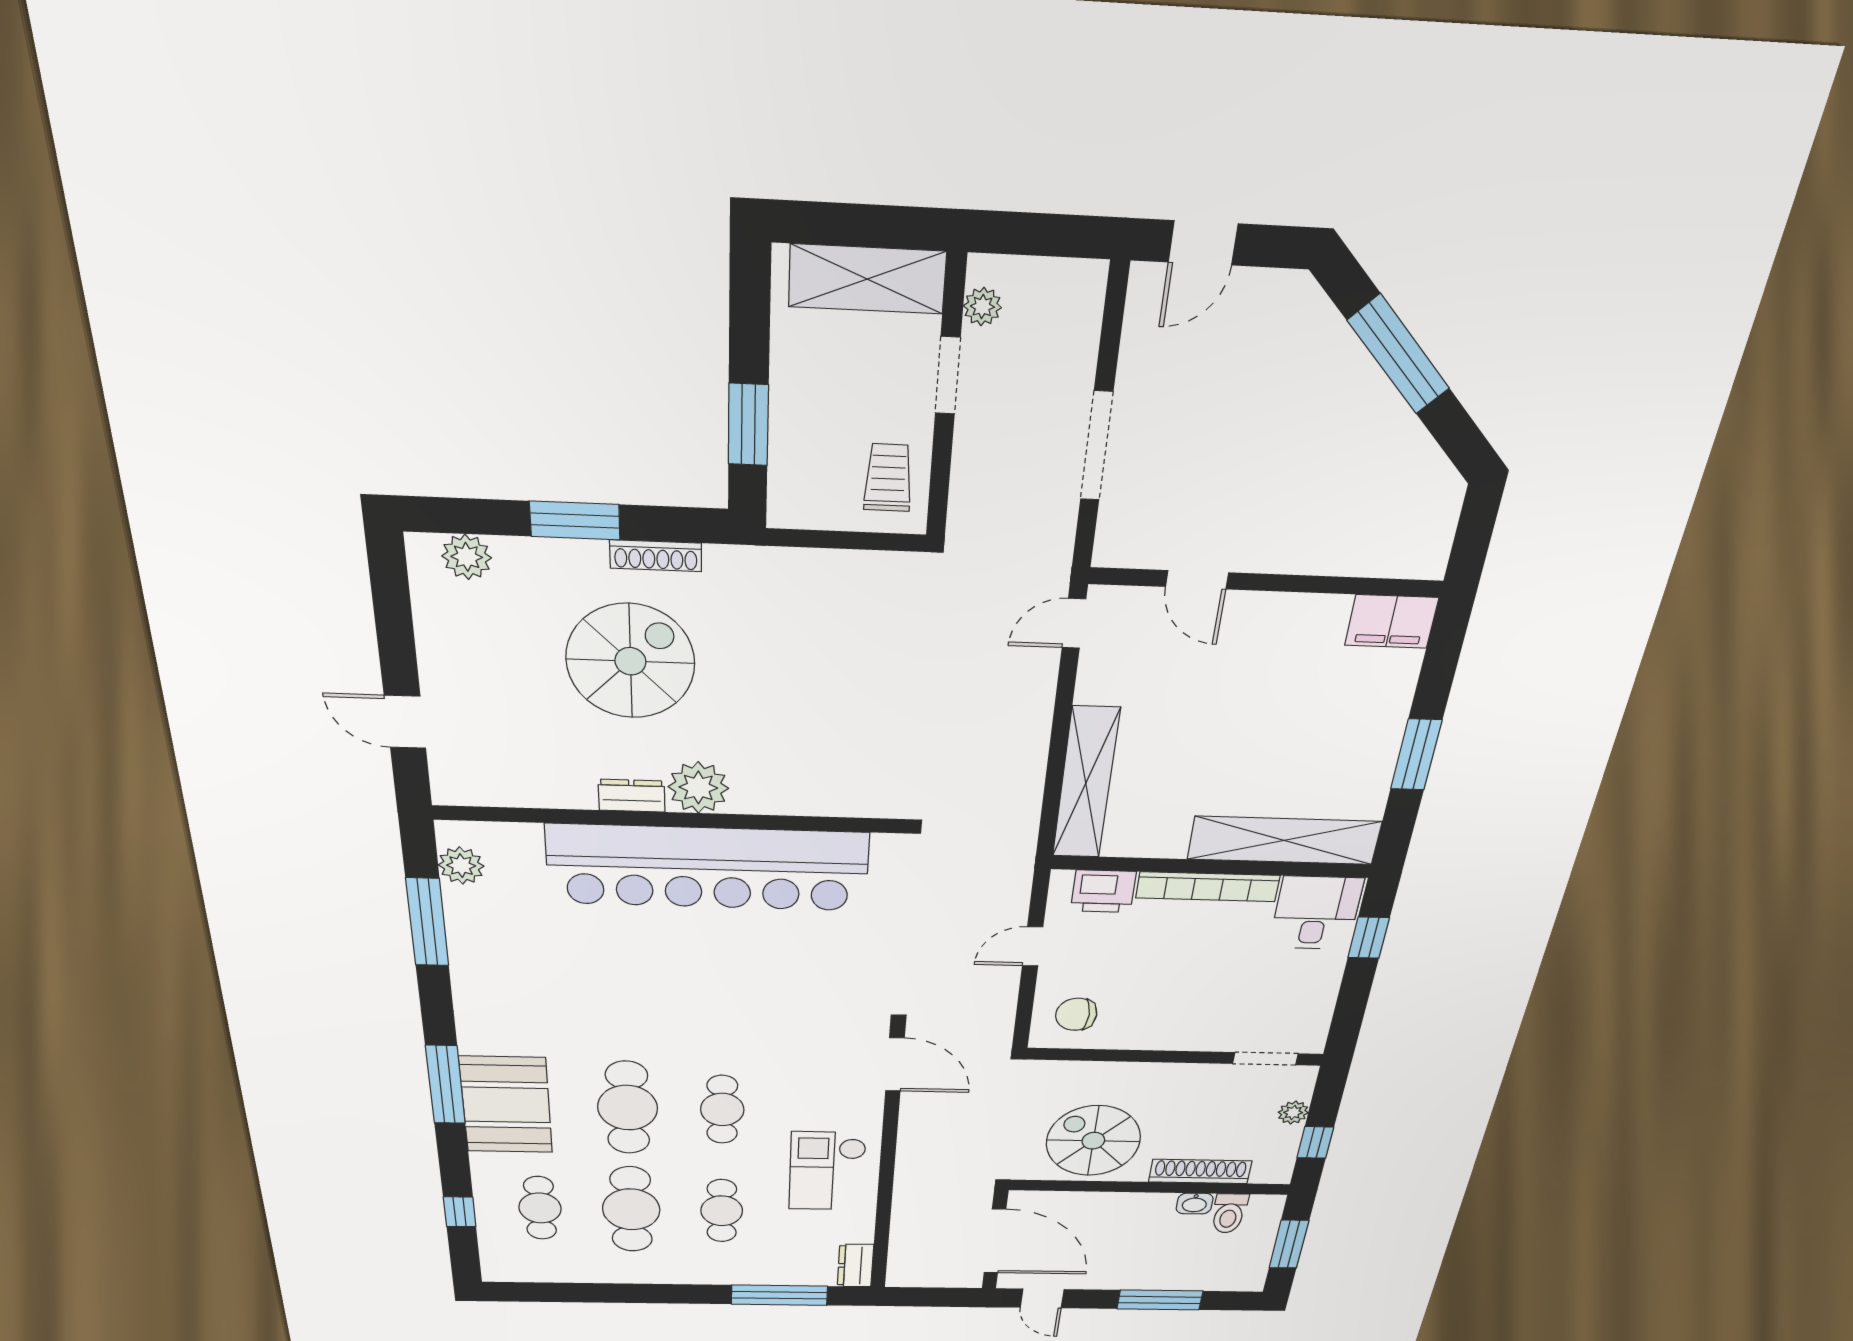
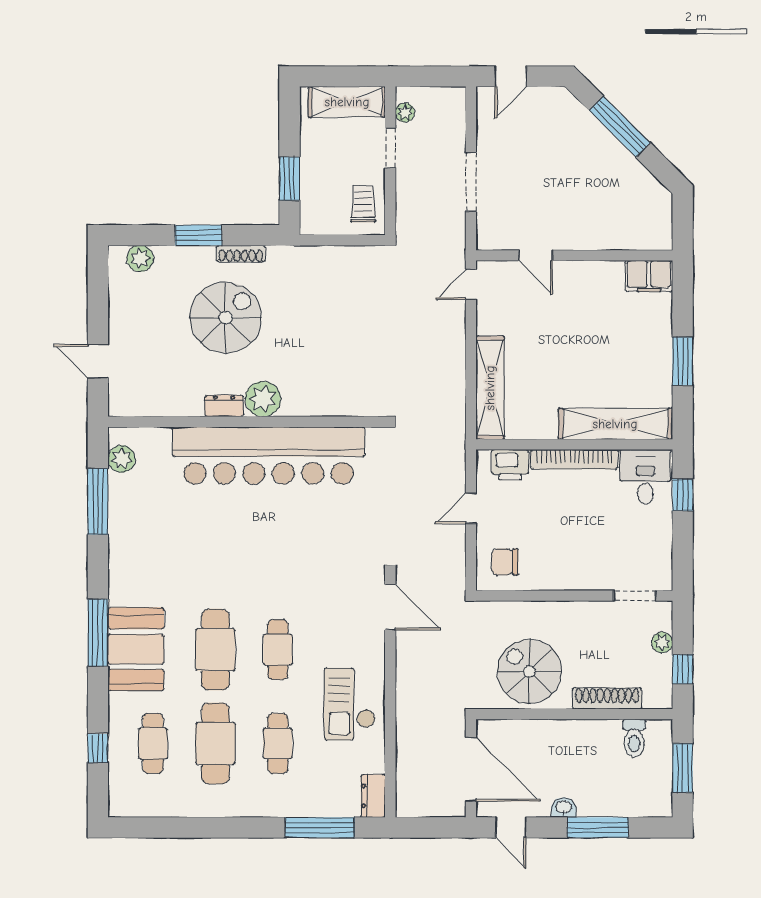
washbasin: (1195, 1204) -> (564, 807), moved, turned 180

